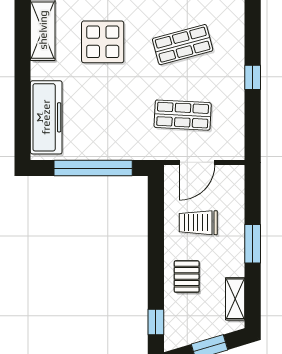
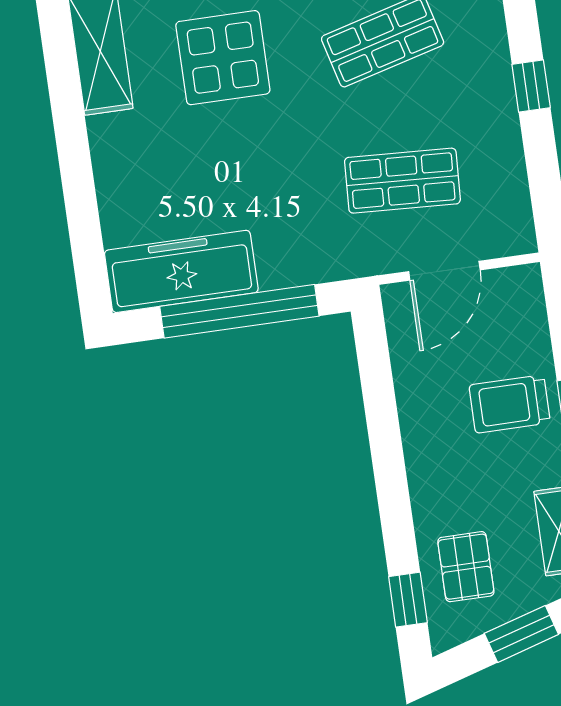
freezer: (46, 117) -> (181, 271), moved, turned -90
trolley: (198, 223) -> (510, 404), moved
pallet: (187, 277) -> (466, 567), moved

